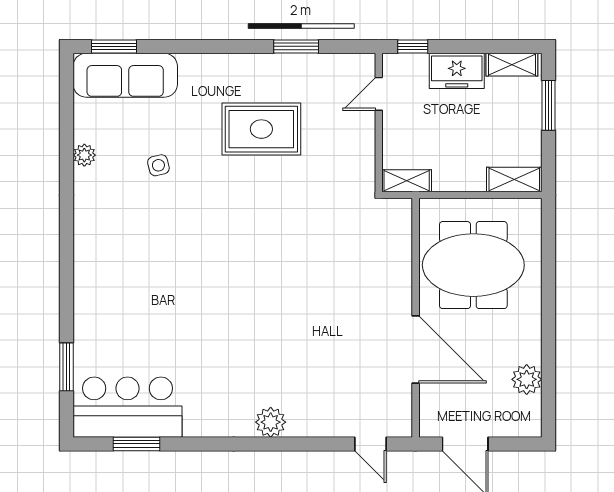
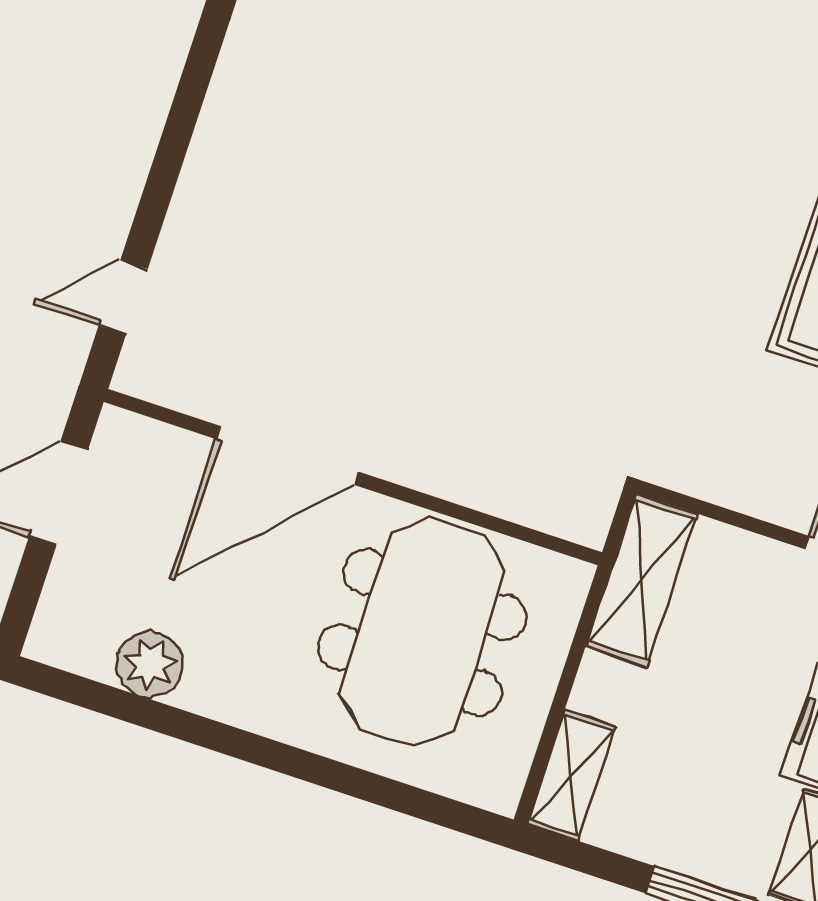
shelving: (407, 181) -> (641, 580), width x1.50, depth x1.33
plant: (271, 422) -> (236, 106), removed

